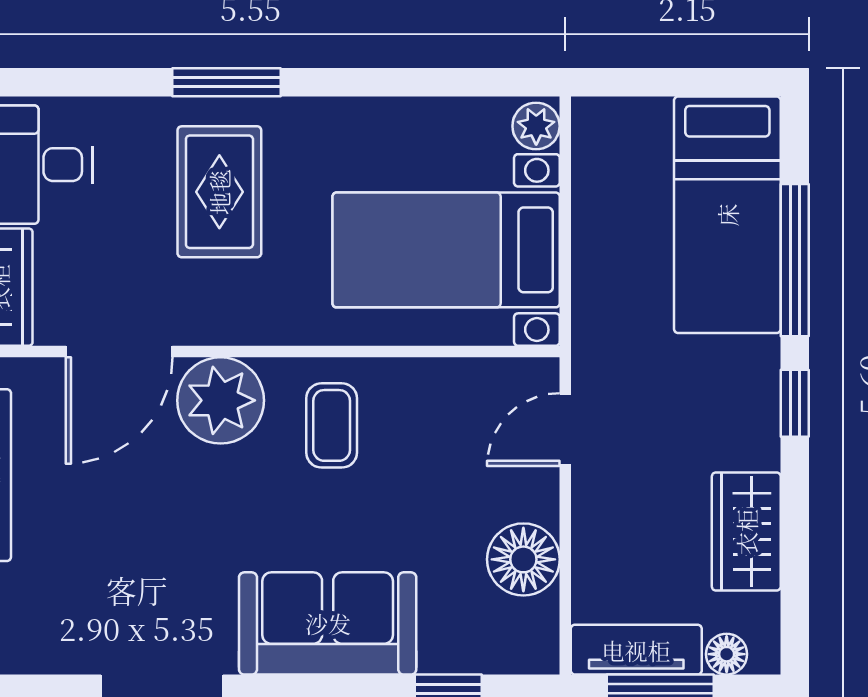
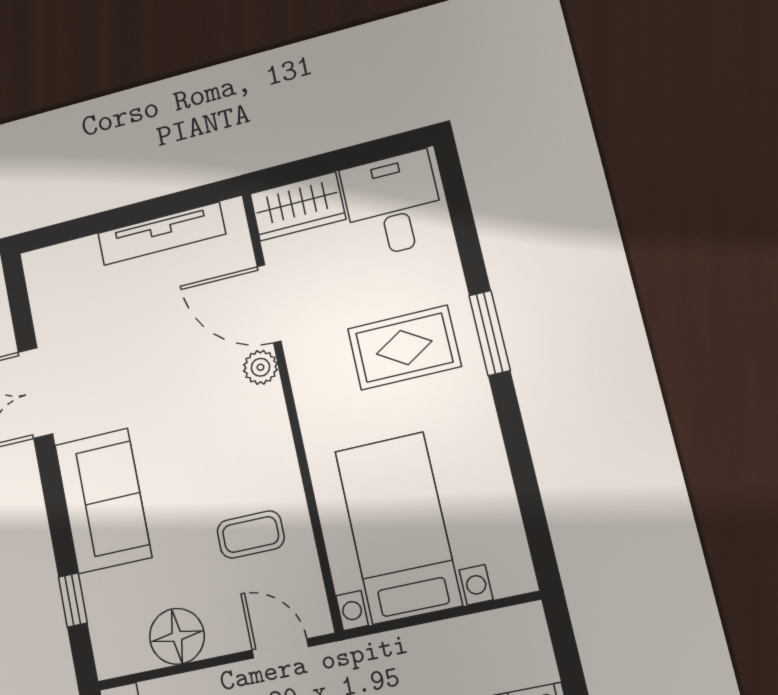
plant: (536, 126) -> (511, 577), removed
plant: (221, 400) -> (260, 367), width x0.53, depth x0.53
coffee table: (332, 425) -> (251, 534), moved

